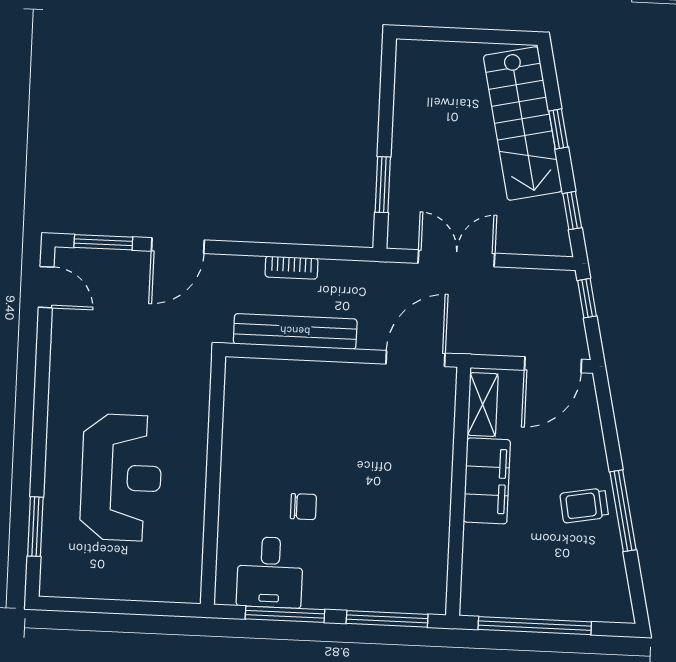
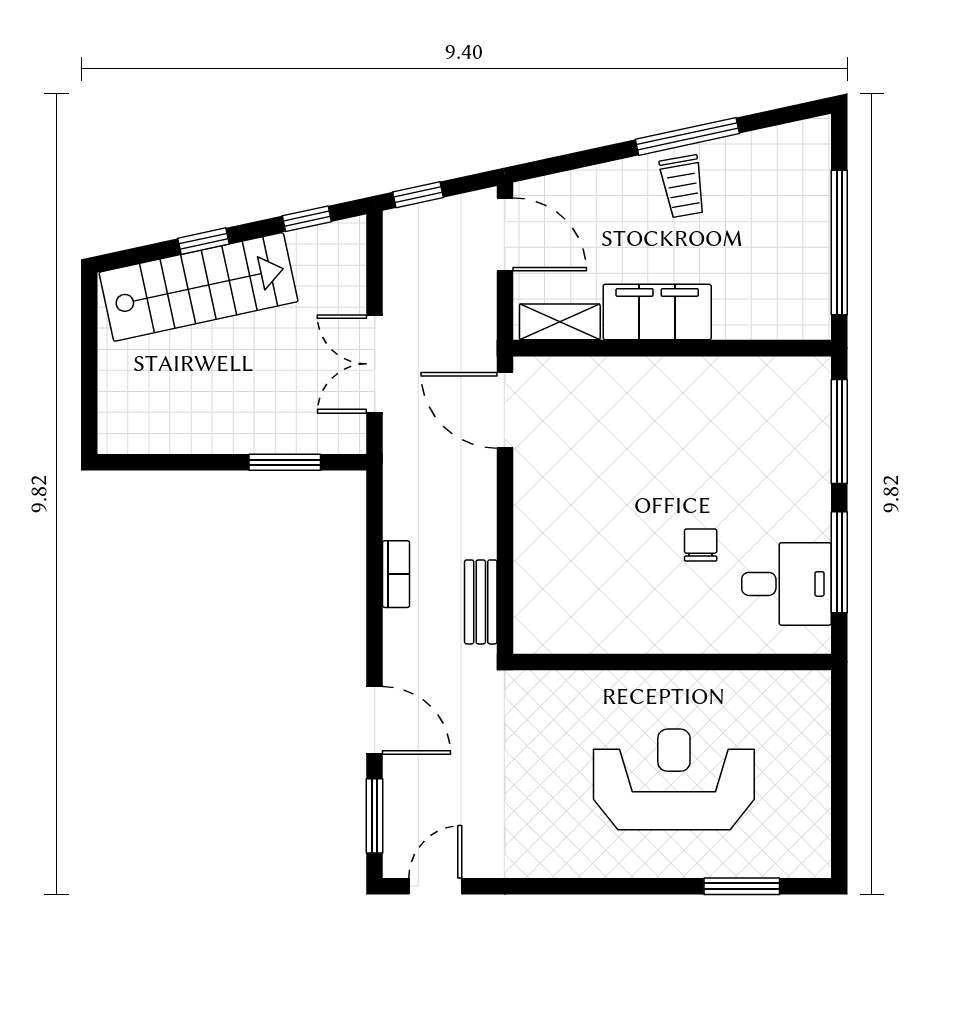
bench: (295, 331) -> (481, 602), width x0.54, depth x0.82

